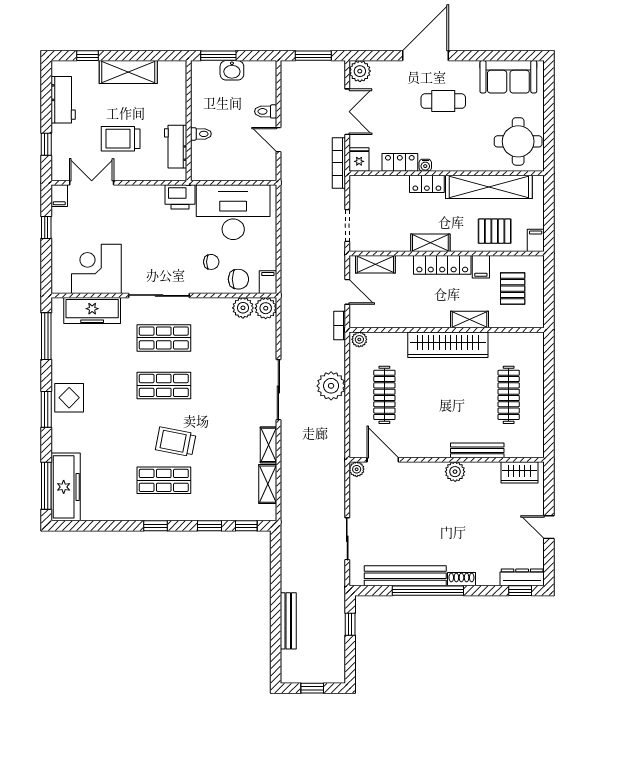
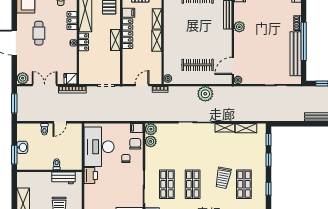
locker: (400, 162) -> (72, 21), moved
shelving: (375, 264) -> (157, 41), moved
wardrobe: (448, 345) -> (171, 31), removed
plant: (331, 386) -> (205, 94), moved

